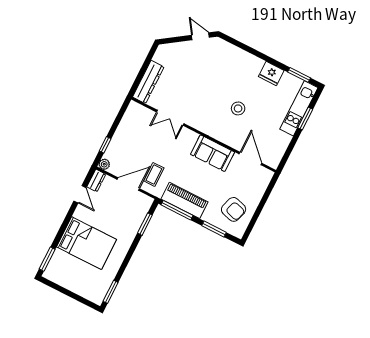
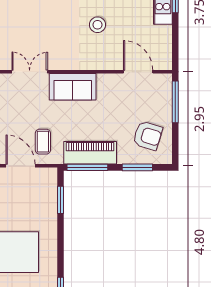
double door: (170, 118) -> (30, 72), swing flipped
sofa: (213, 153) -> (73, 87), moved
door: (128, 184) -> (21, 166), hinge flipped
window: (267, 195) -> (175, 102), added

